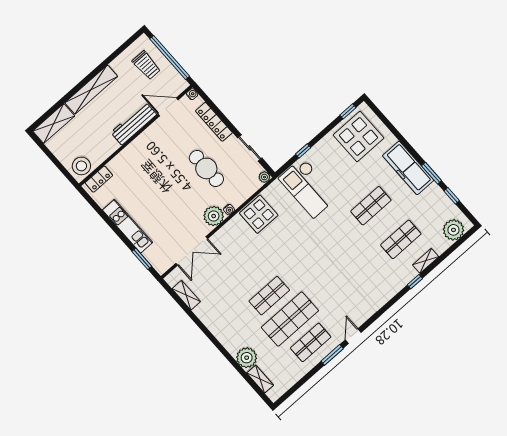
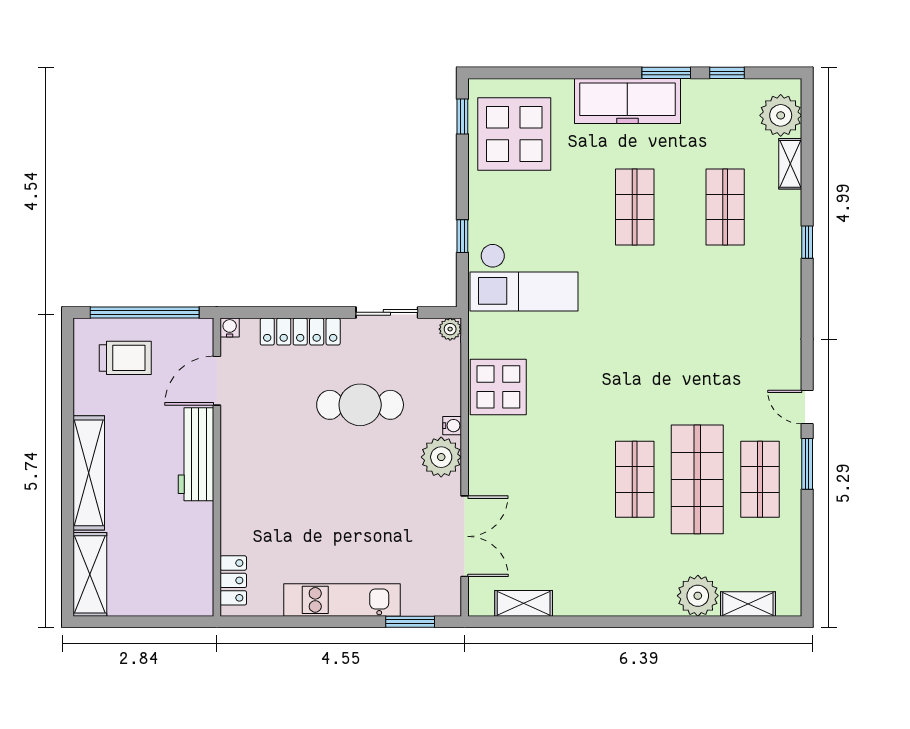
stool: (81, 166) -> (190, 589), removed
shelving: (426, 261) -> (790, 164), moved

